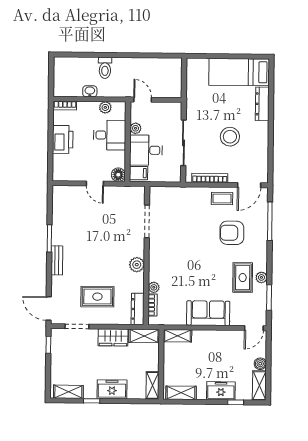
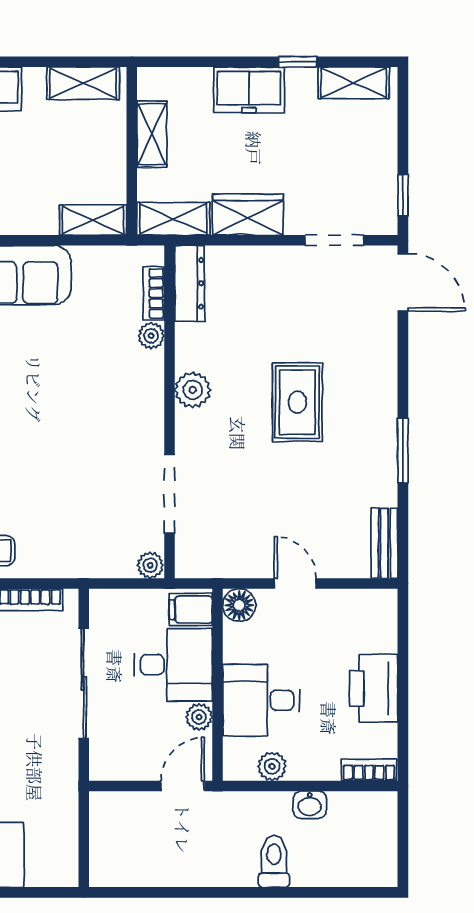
door: (143, 100) -> (183, 786), swing flipped
plant: (155, 192) -> (150, 565), added
bench: (57, 260) -> (384, 543), moved
rug: (97, 297) -> (297, 402), moved, turned 90
shelving: (152, 385) -> (152, 134), moved

